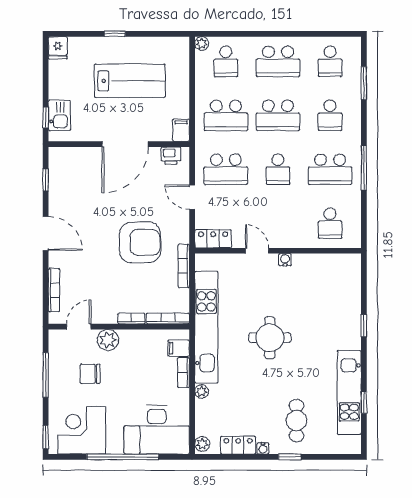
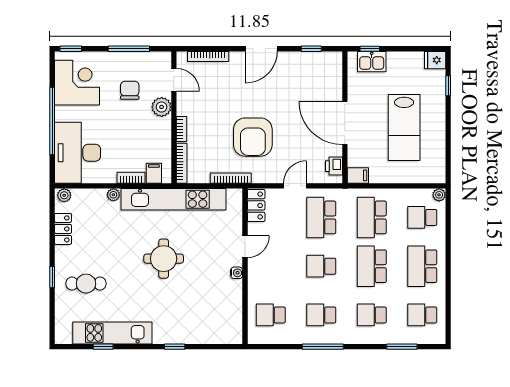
window: (115, 34) -> (448, 86), moved
school desk: (330, 169) -> (321, 315), width x0.54
water cooler: (263, 448) -> (60, 252), removed

